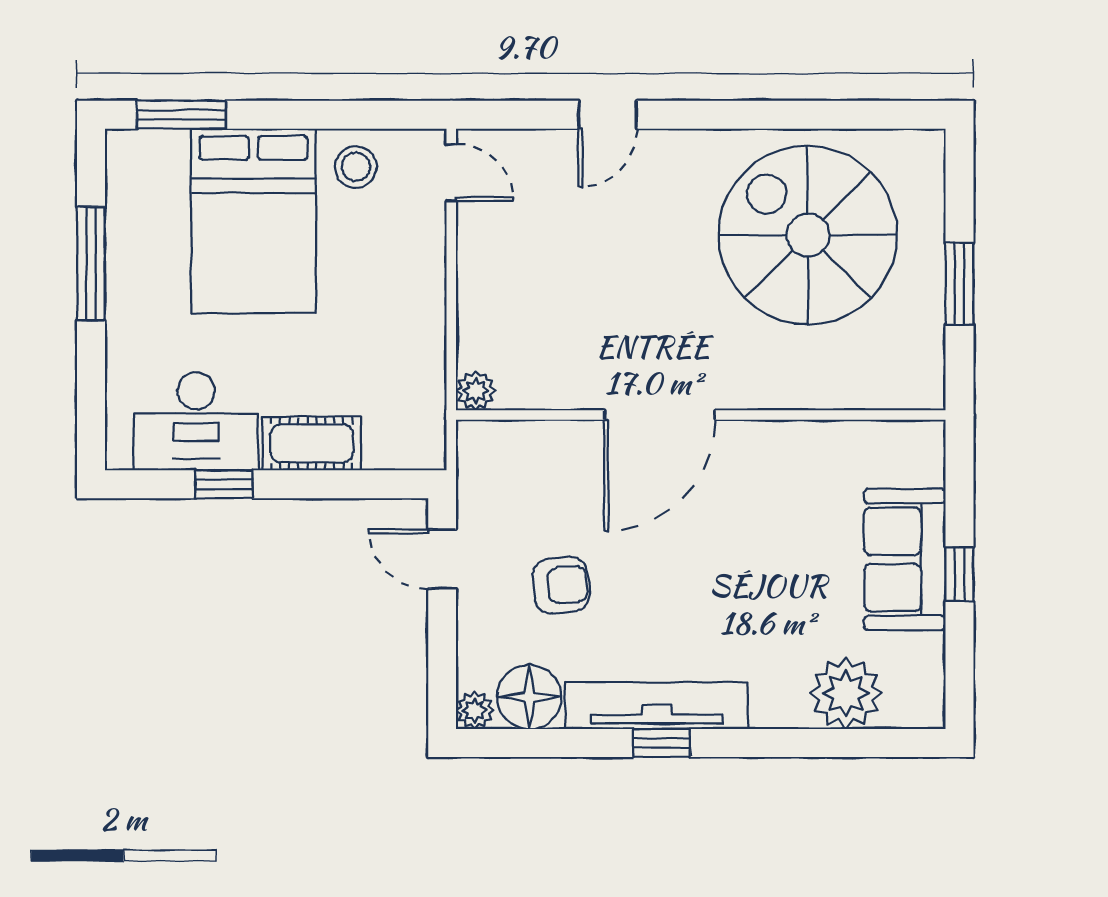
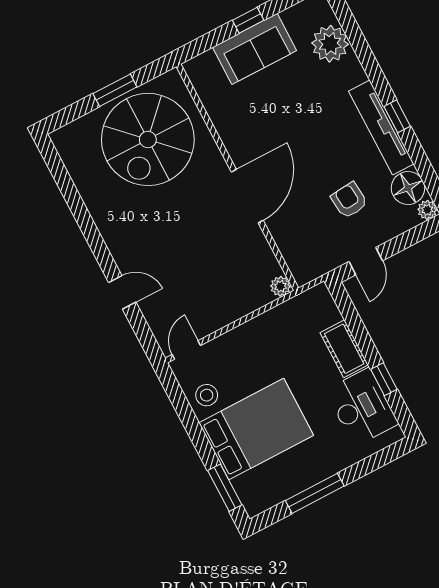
spiral stairs: (808, 235) -> (148, 139), moved
door: (660, 415) -> (247, 196), hinge flipped

